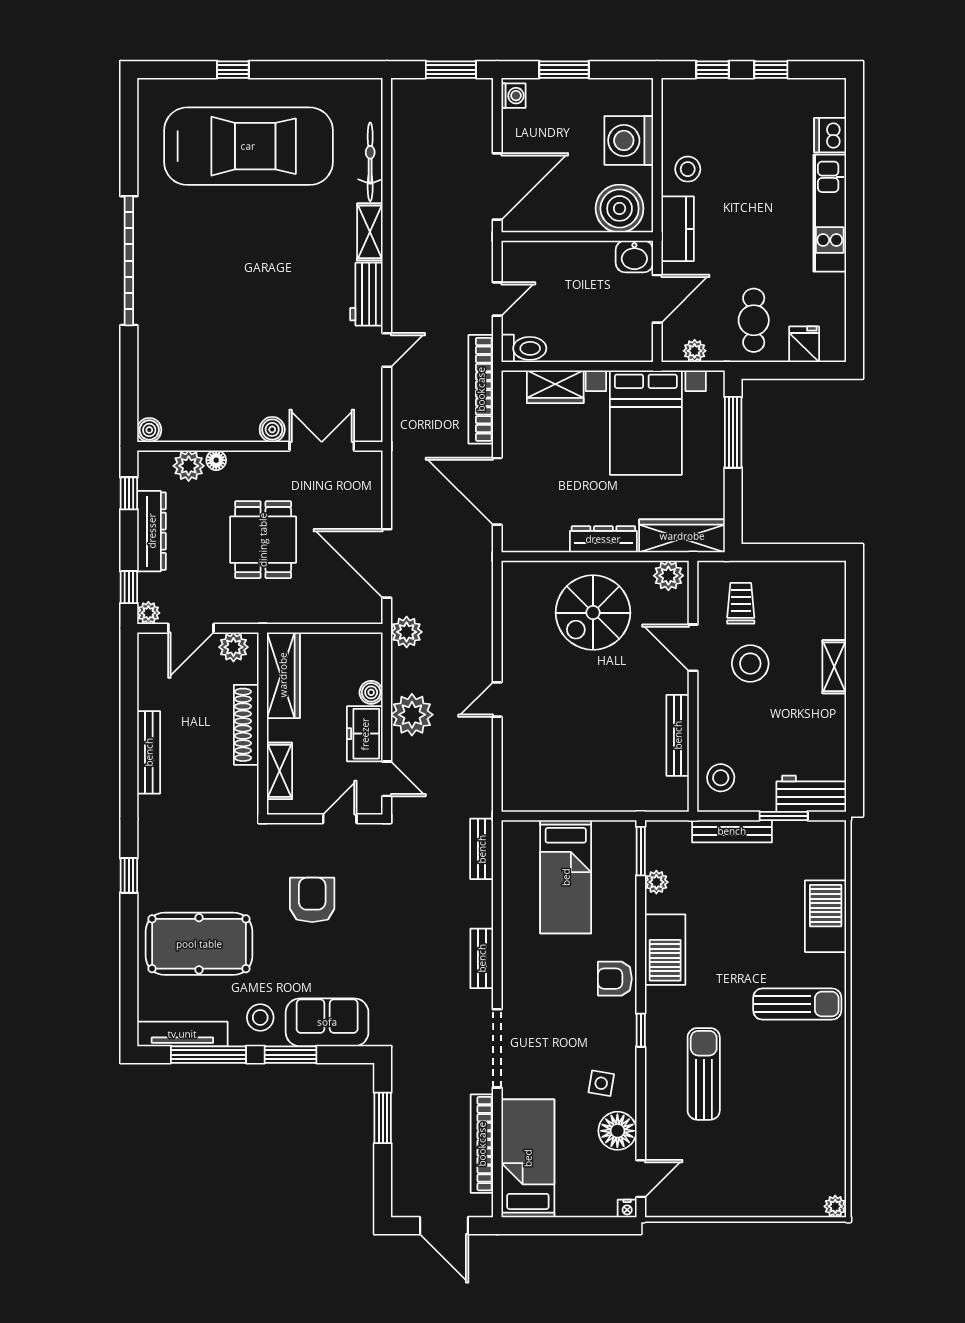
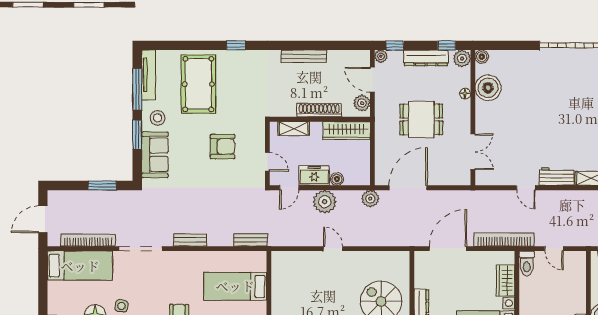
boiler: (272, 429) -> (488, 88), moved, width x1.86, depth x1.86
plant: (189, 466) -> (462, 59), moved

